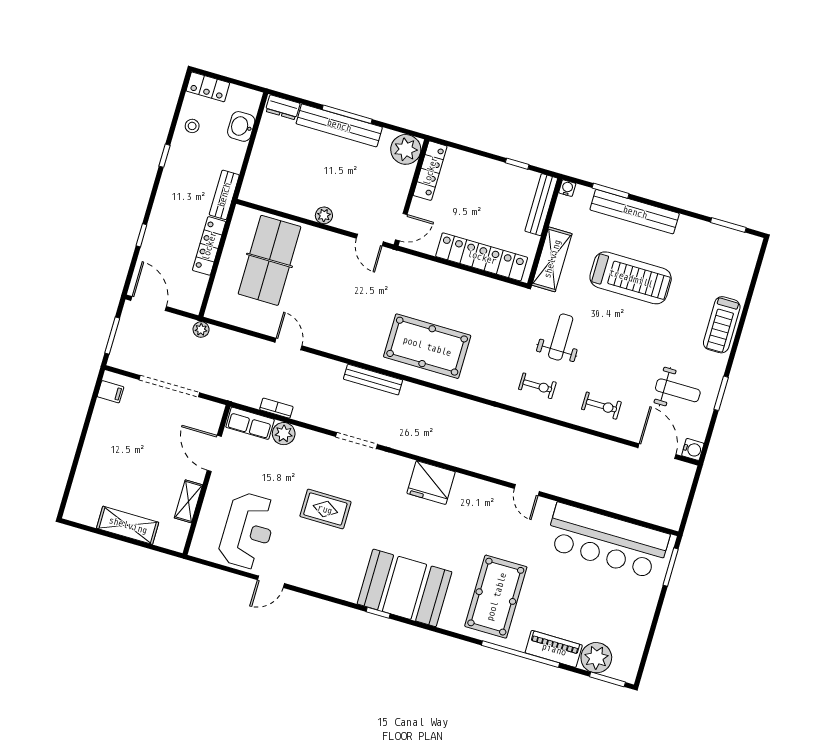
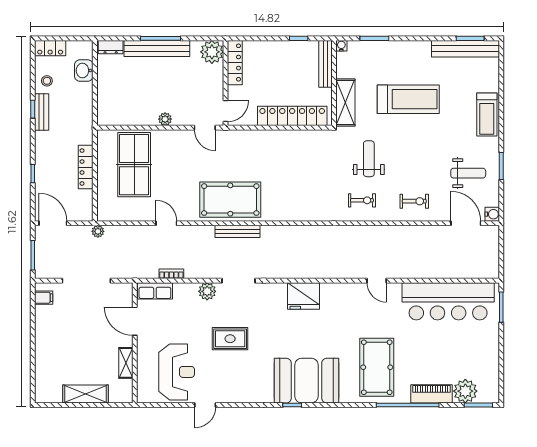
bench: (224, 195) -> (42, 112), moved
bench: (635, 212) -> (465, 49), moved
pool table: (427, 346) -> (230, 200), moved
plant: (284, 434) -> (207, 291), moved

